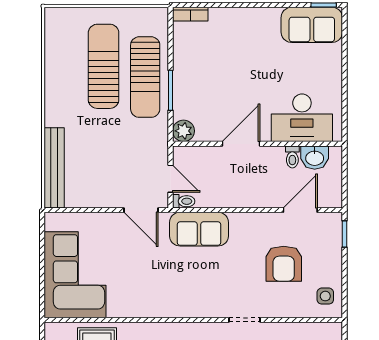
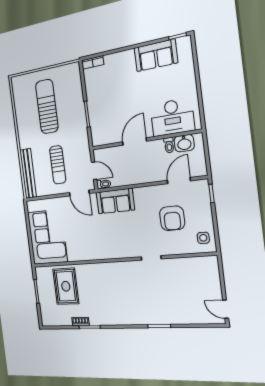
sofa: (312, 25) -> (156, 55), moved
sun lounger: (145, 77) -> (58, 165), moved, width x0.73, depth x0.75
plant: (184, 131) -> (98, 139), removed

